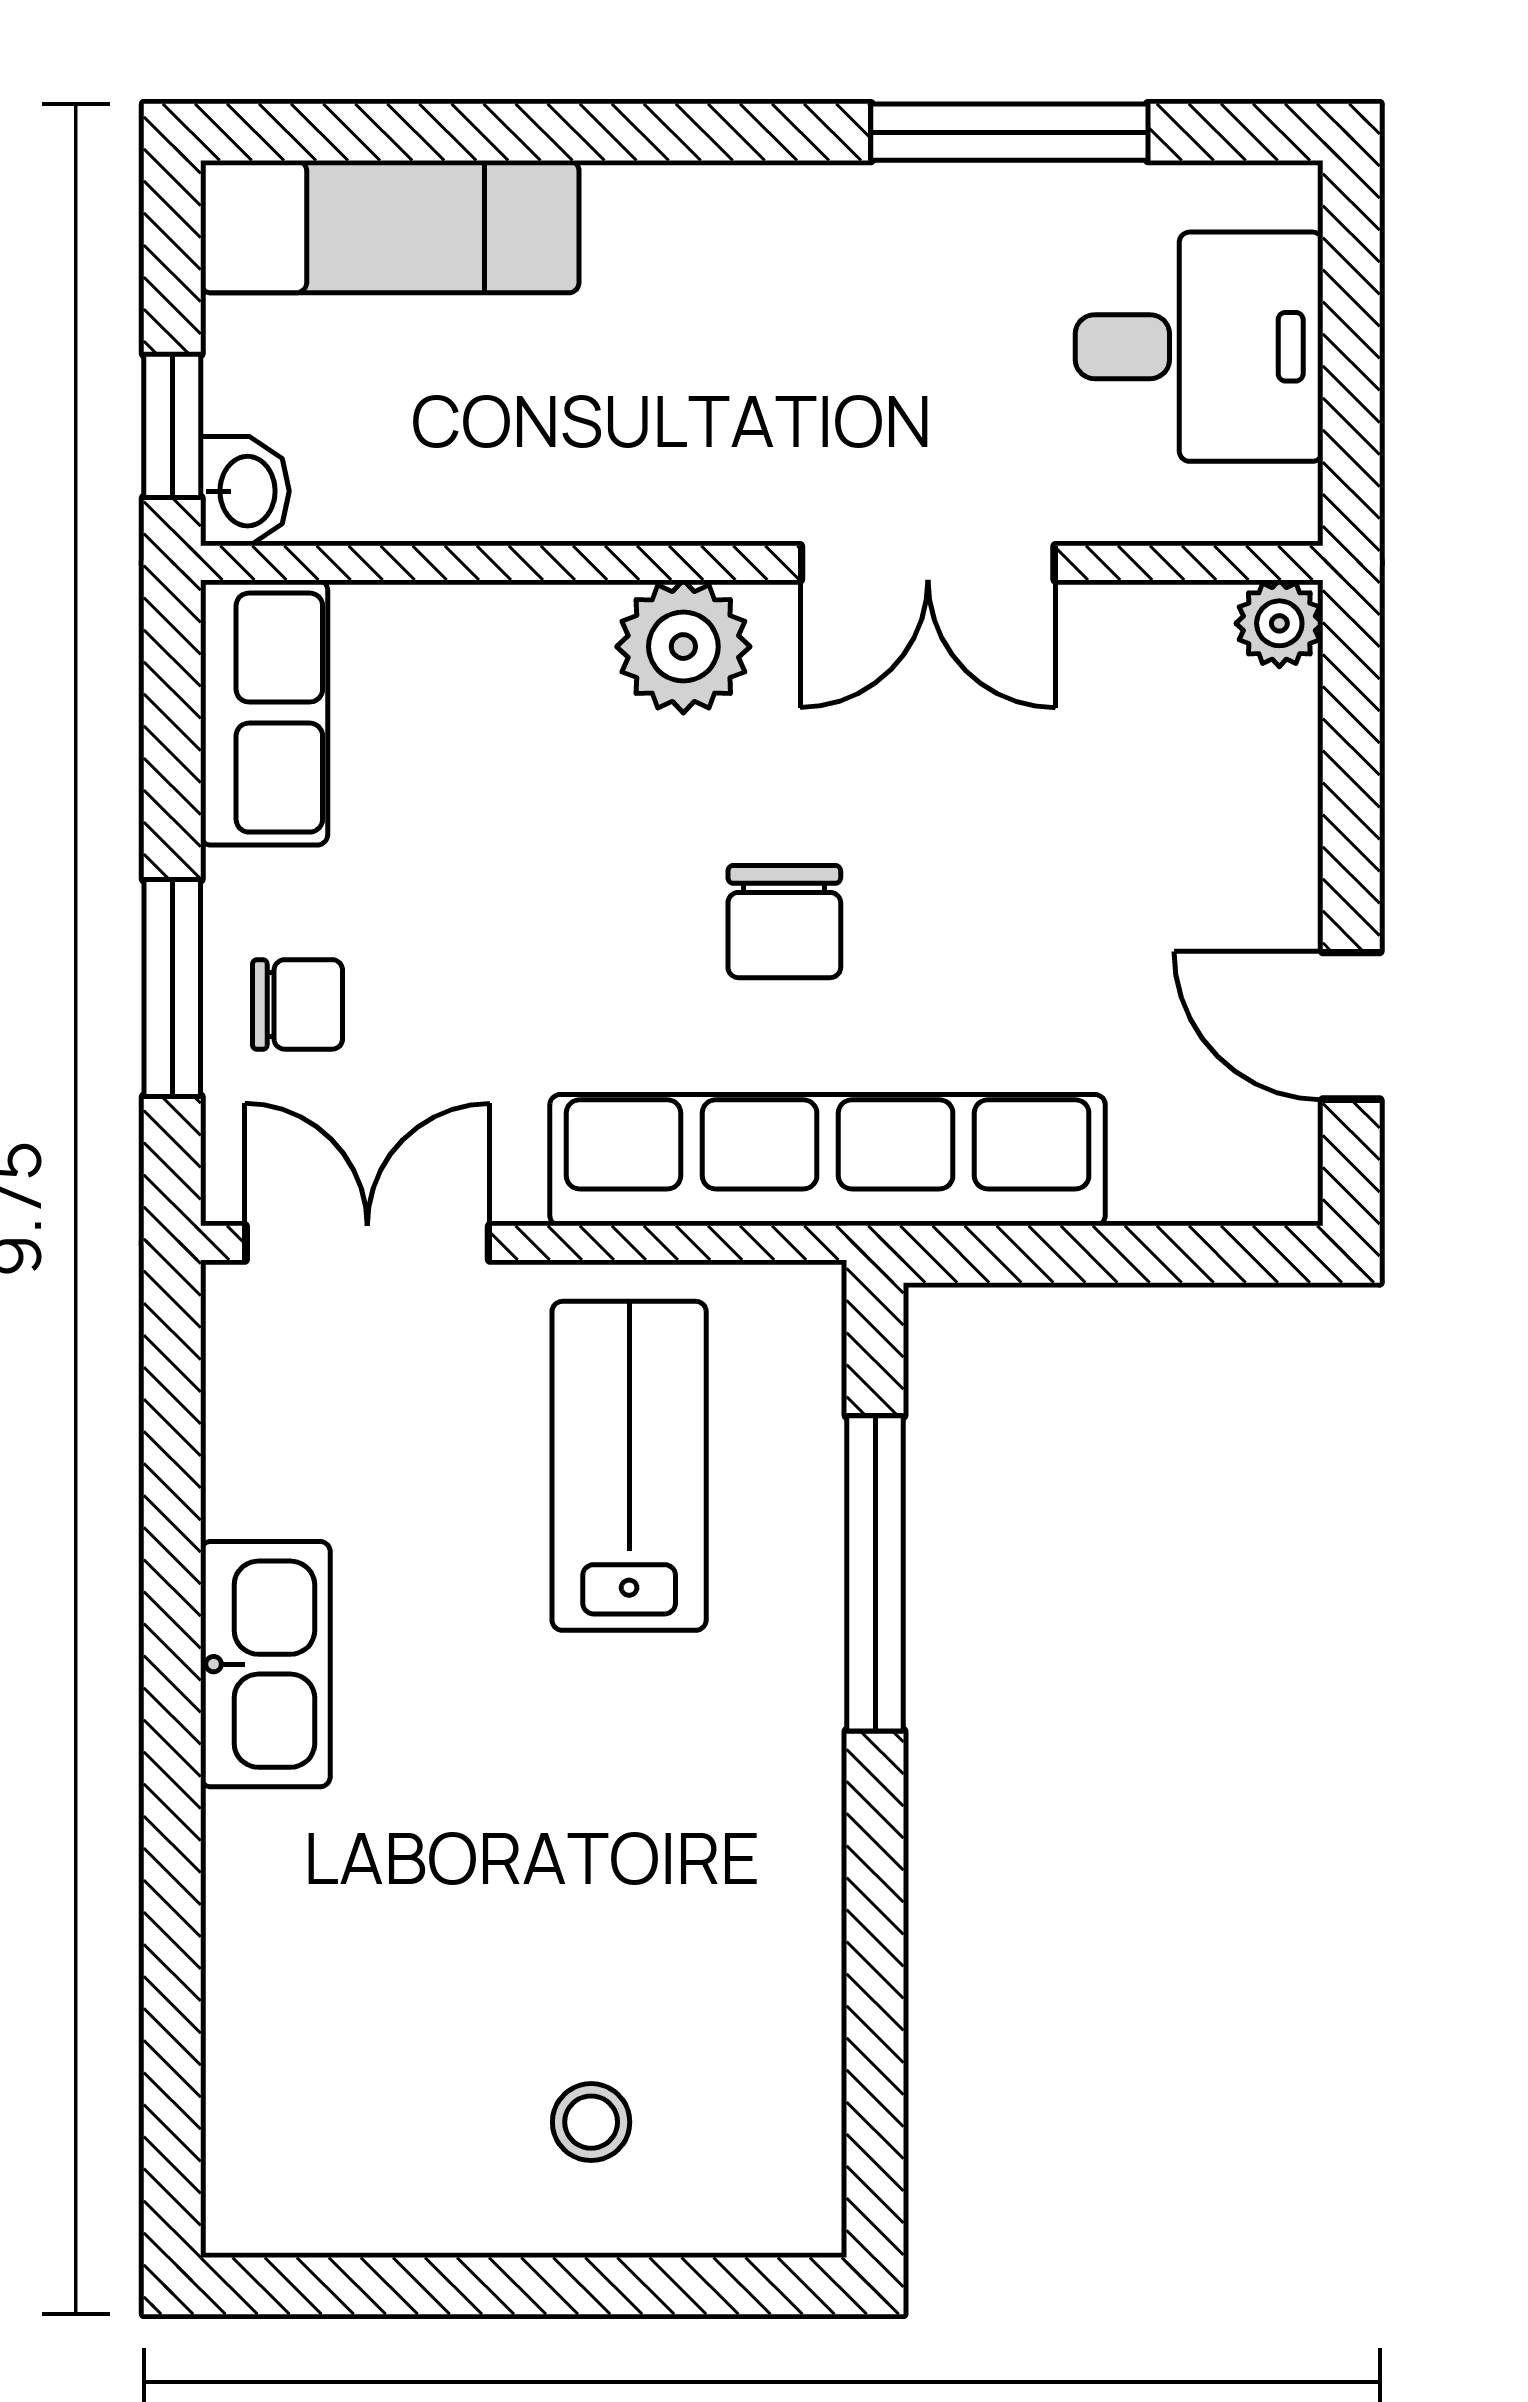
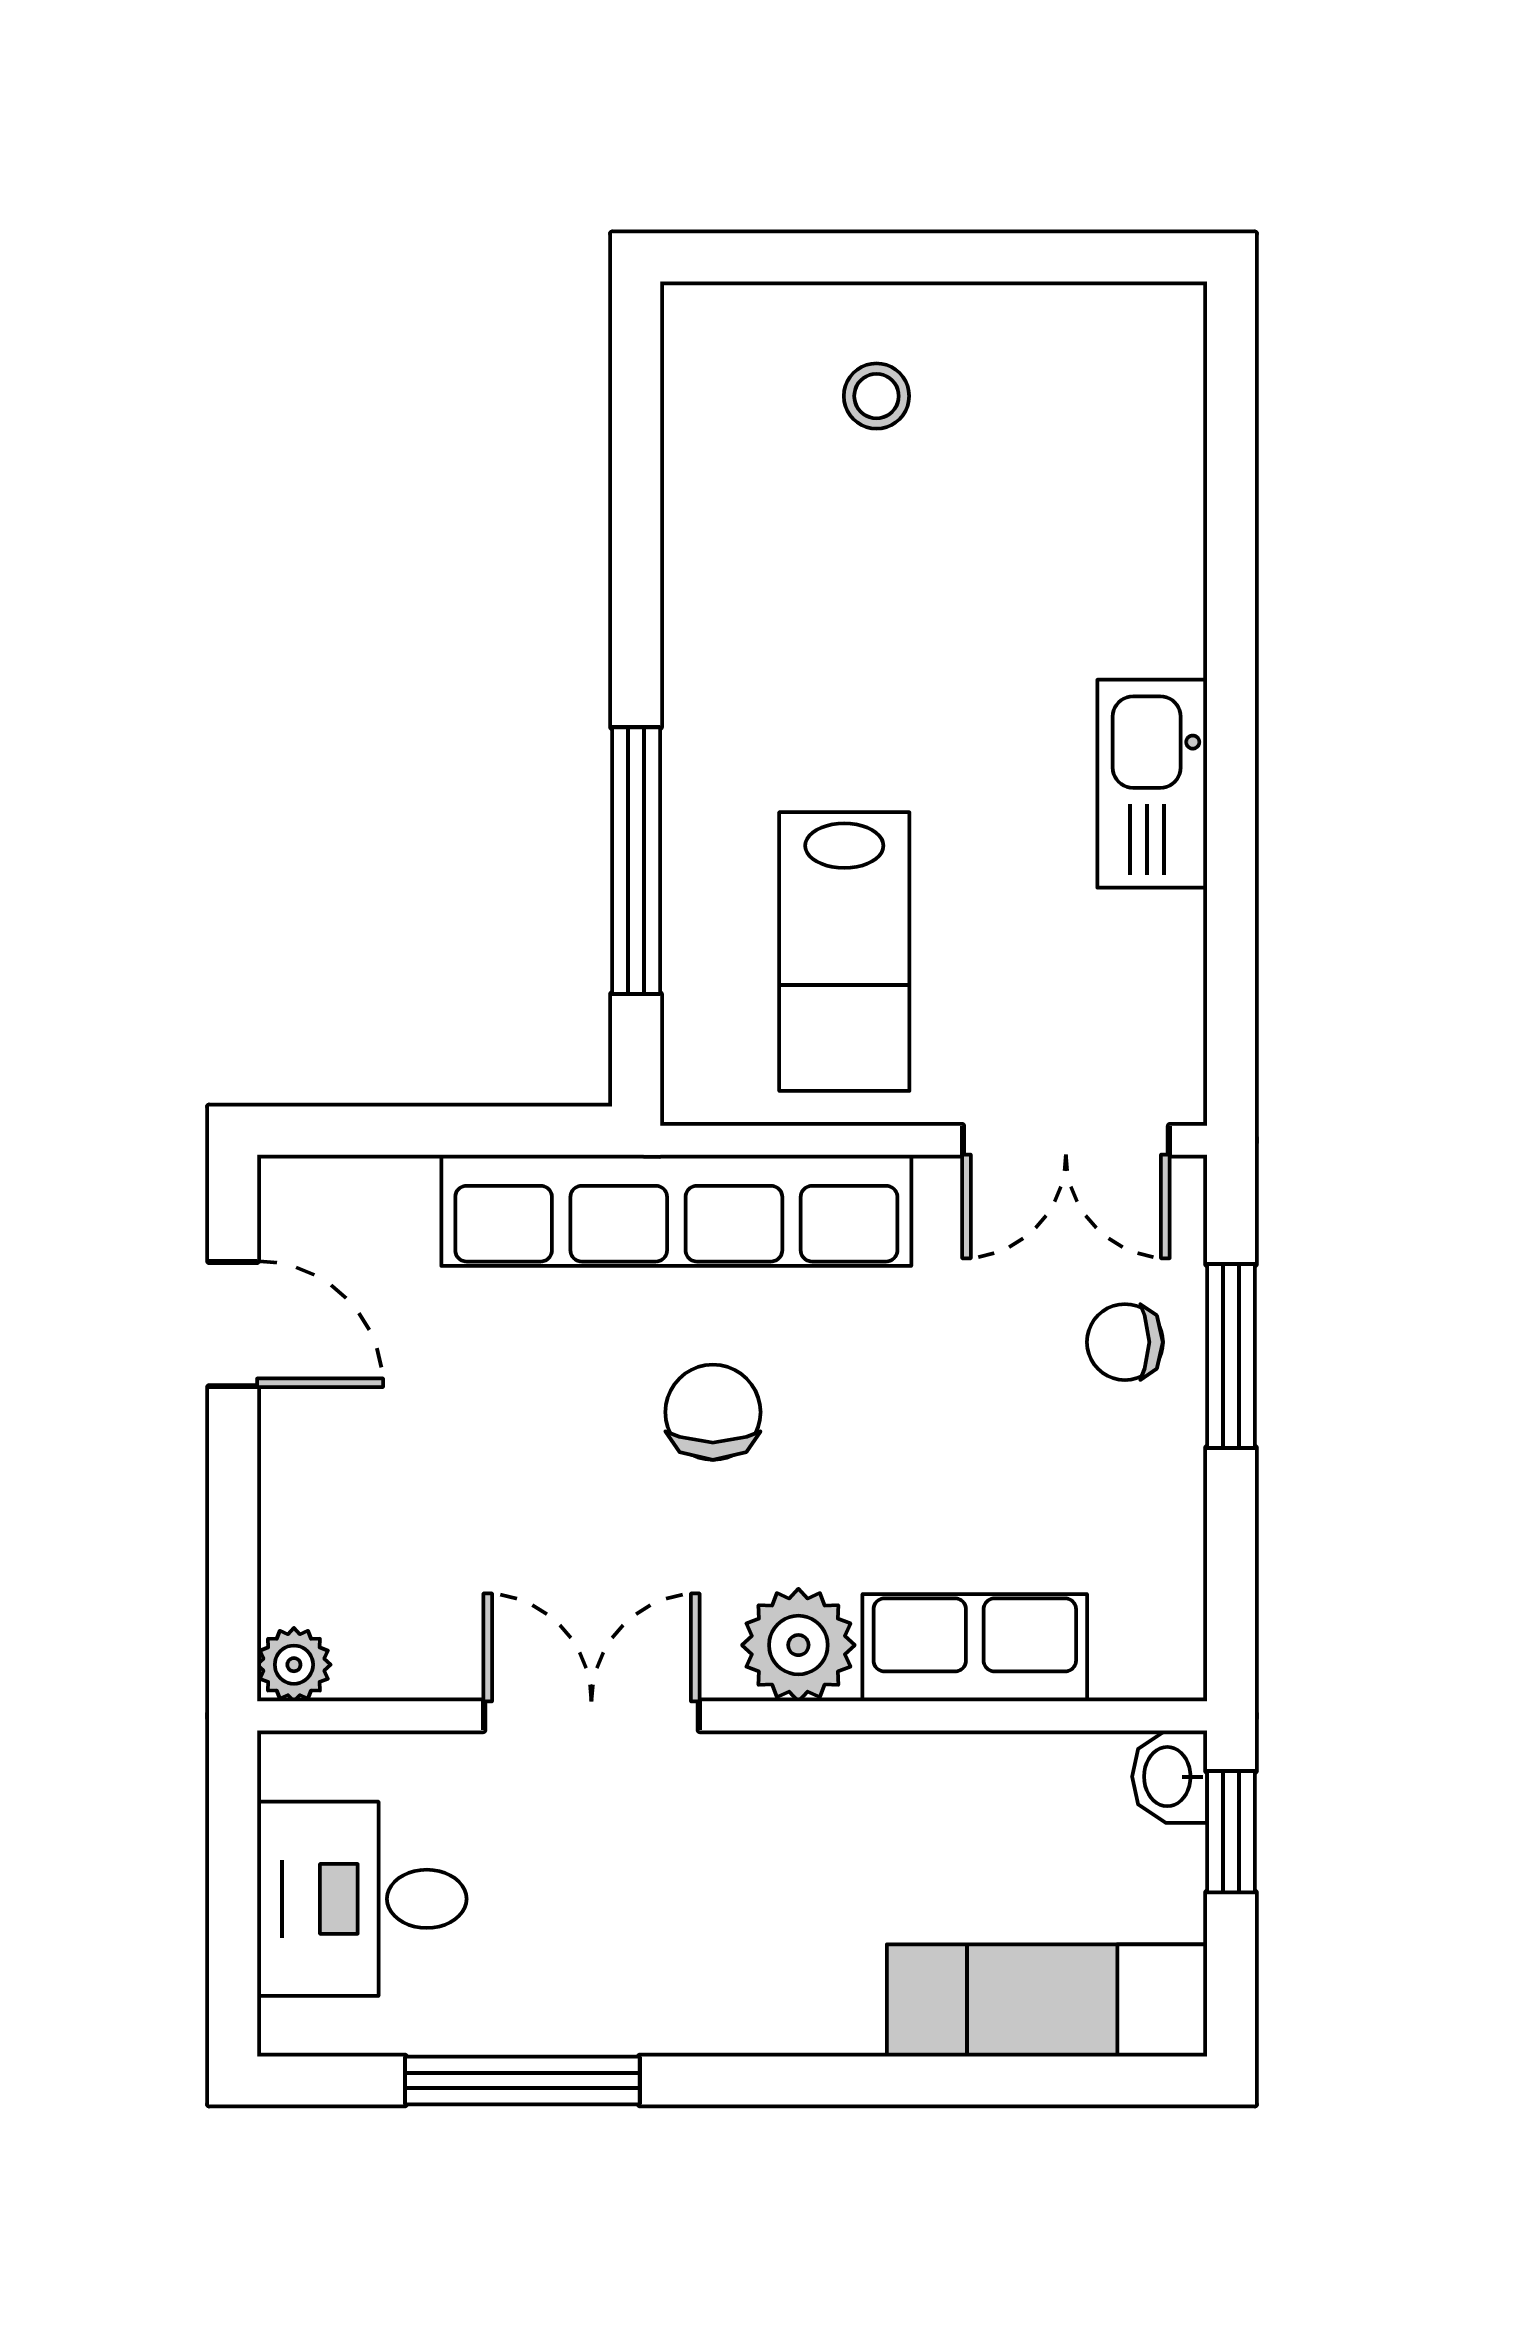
row of seats: (264, 713) -> (975, 1648), moved, turned 90

